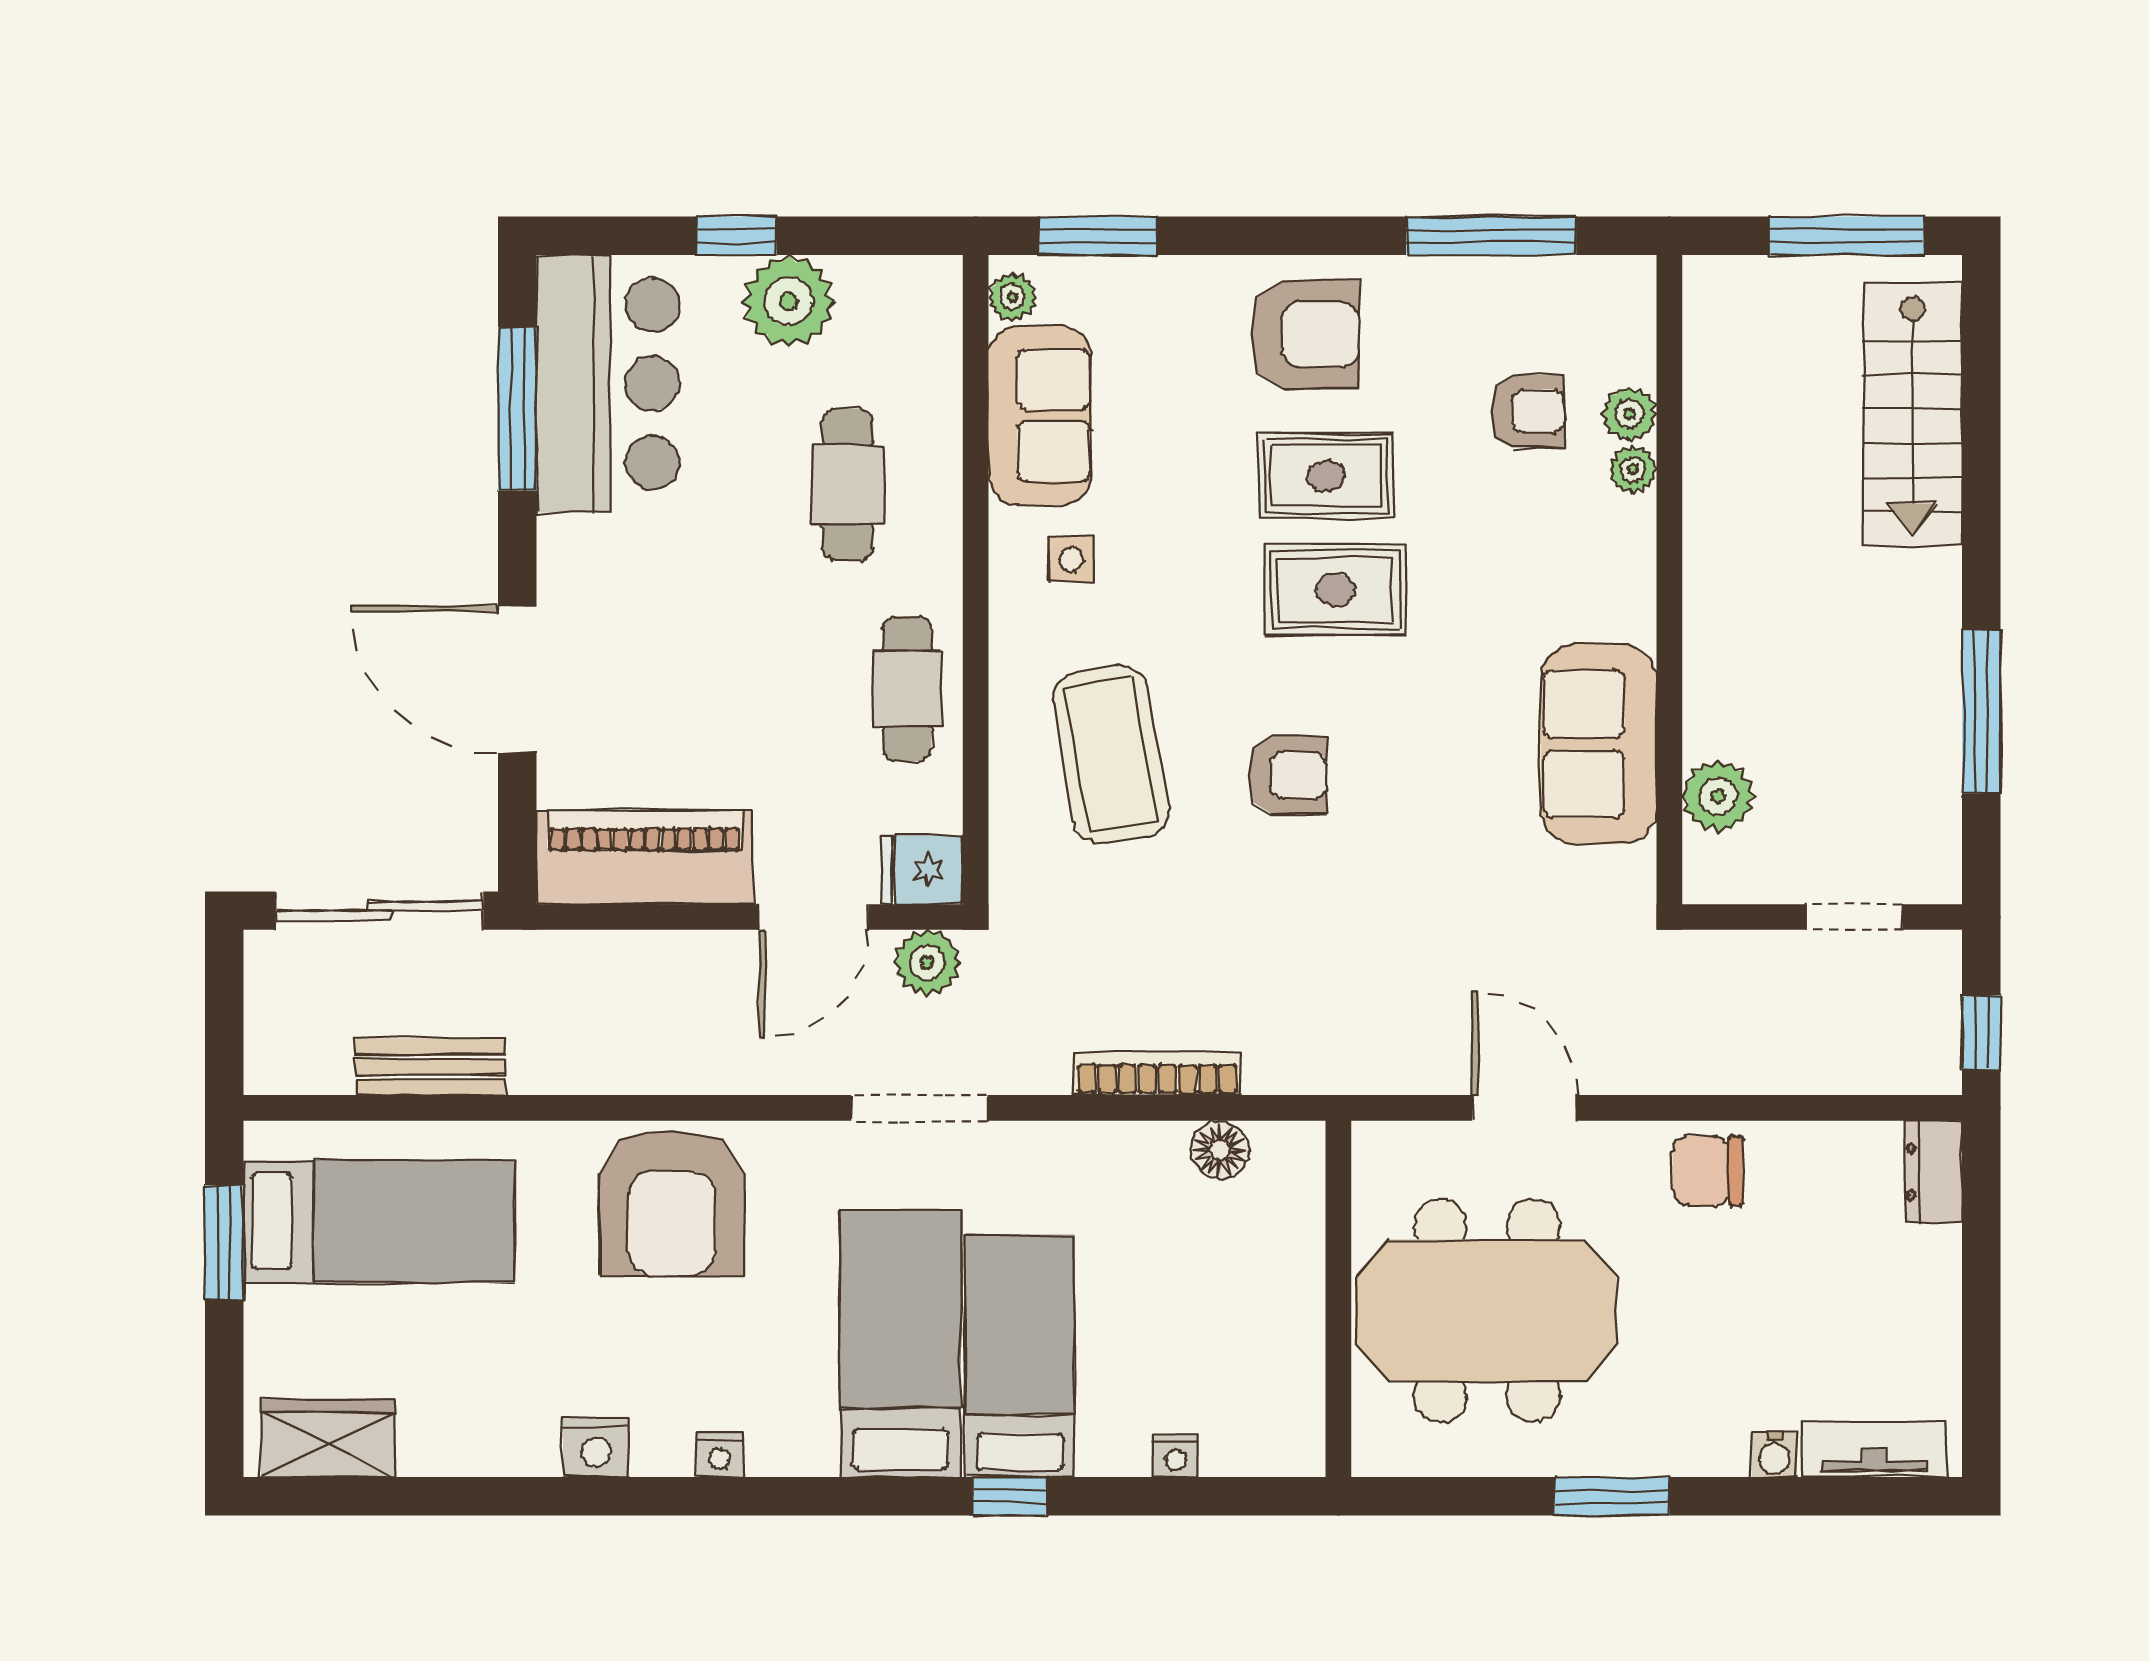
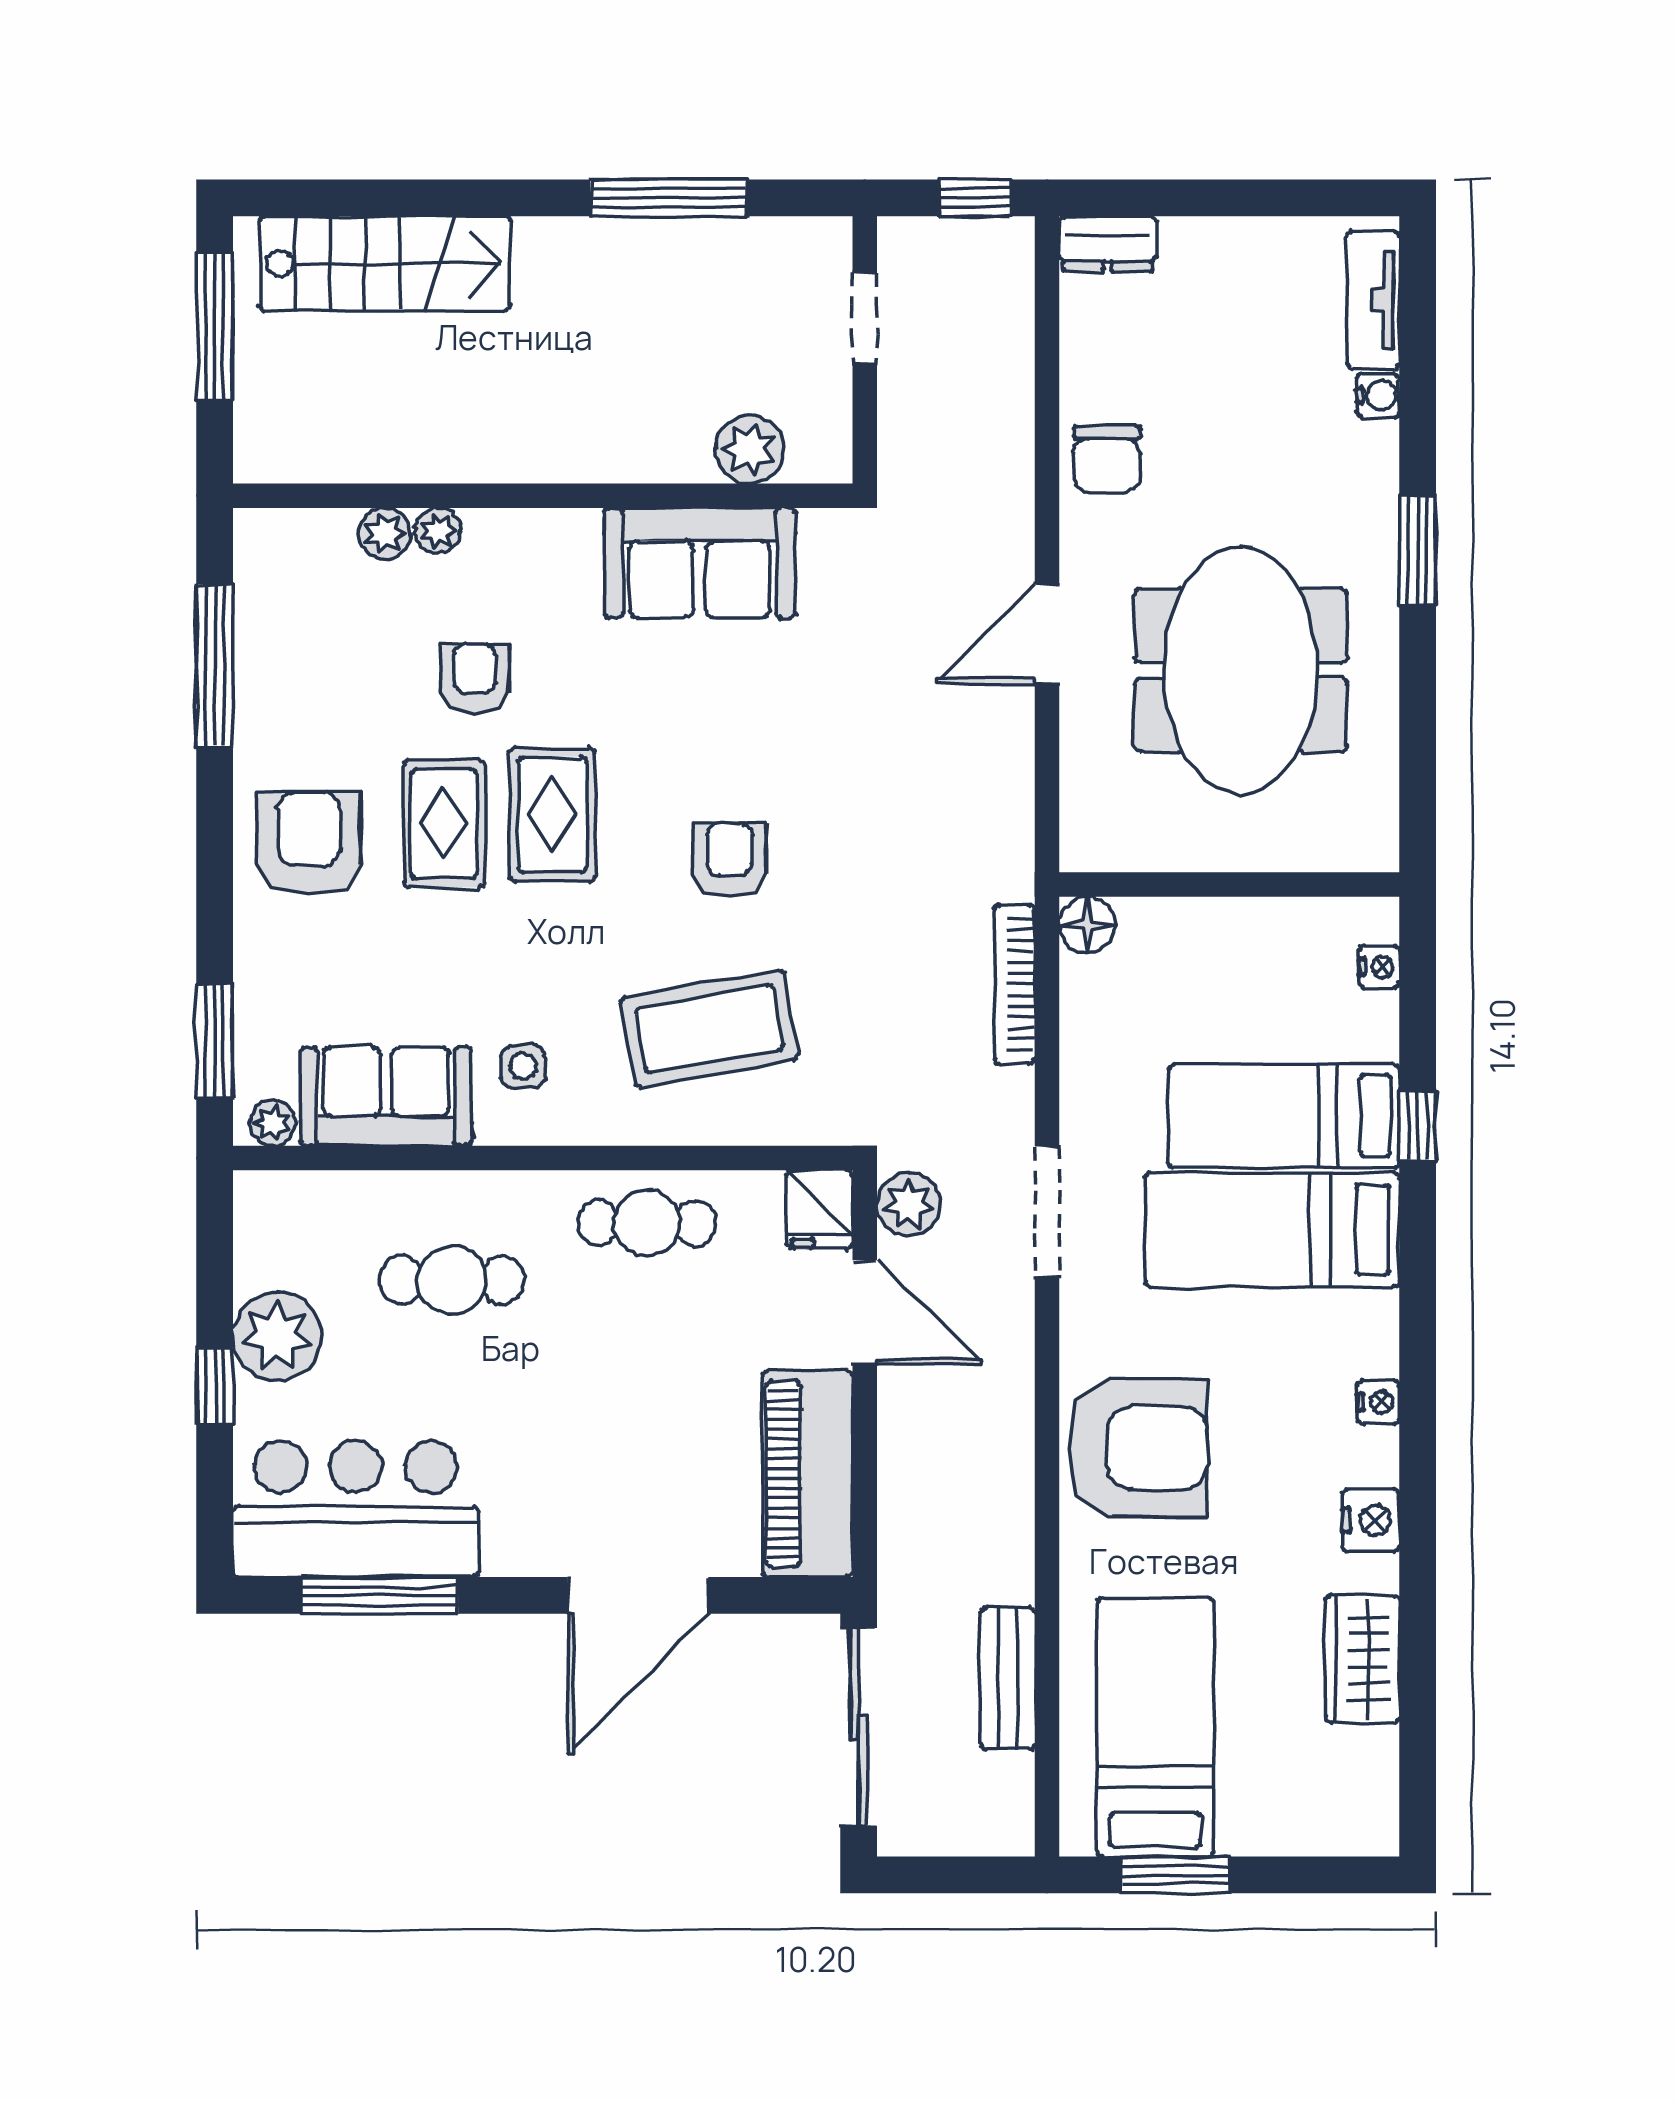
armchair: (1528, 411) -> (475, 678), moved
wall: (1338, 1299) -> (1229, 885), moved
wardrobe: (328, 1438) -> (1362, 1659), moved

